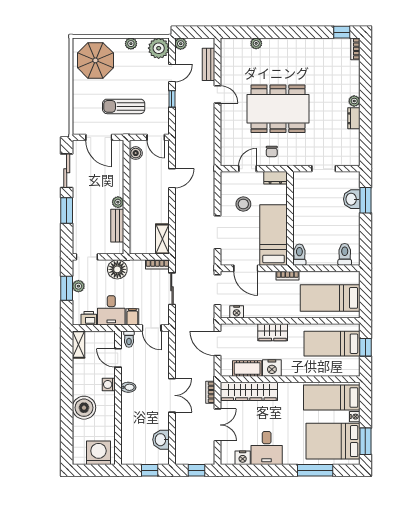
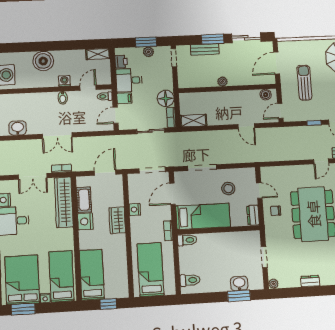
plant: (354, 101) -> (273, 284), moved
bench: (117, 226) -> (205, 49), moved
floor lamp: (117, 269) -> (166, 98), moved
nightstand: (237, 312) -> (135, 210), moved
bed: (332, 344) -> (92, 275), moved

